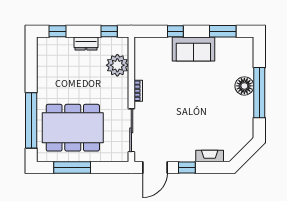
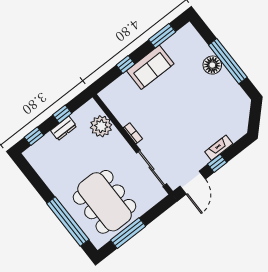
window: (109, 31) -> (62, 114), moved
dining table: (73, 128) -> (105, 202), turned 90
fireplace: (210, 156) -> (219, 148), moved

